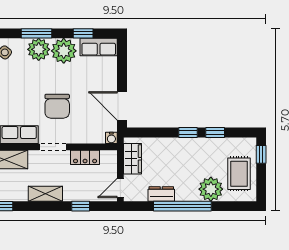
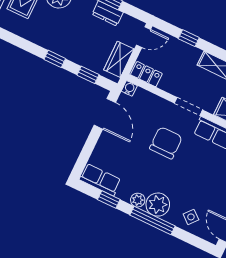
window: (37, 33) -> (152, 221), width x1.44
plant: (64, 51) -> (138, 200), width x0.53, depth x0.53
window: (215, 133) -> (88, 75), moved
locker: (85, 157) -> (146, 74), moved

